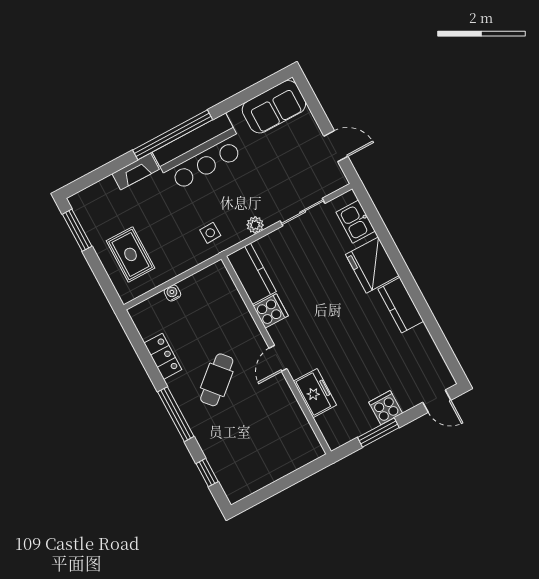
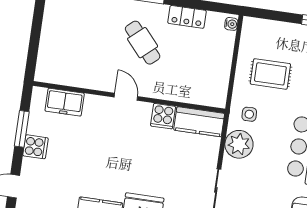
plant: (255, 225) -> (239, 144), width x1.88, depth x1.88
rug: (131, 254) -> (270, 74), moved
water cooler: (172, 293) -> (231, 24), moved
freezer: (315, 393) -> (65, 102), moved

